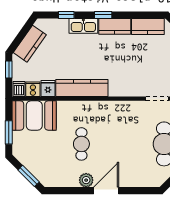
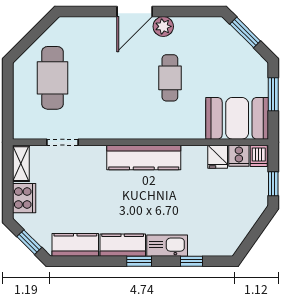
kitchen counter: (30, 44) -> (243, 220), removed
kitchen counter: (82, 88) -> (144, 157), moved

